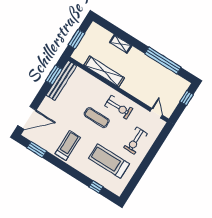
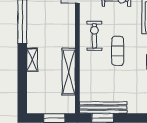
shelving: (121, 44) -> (32, 60), moved

